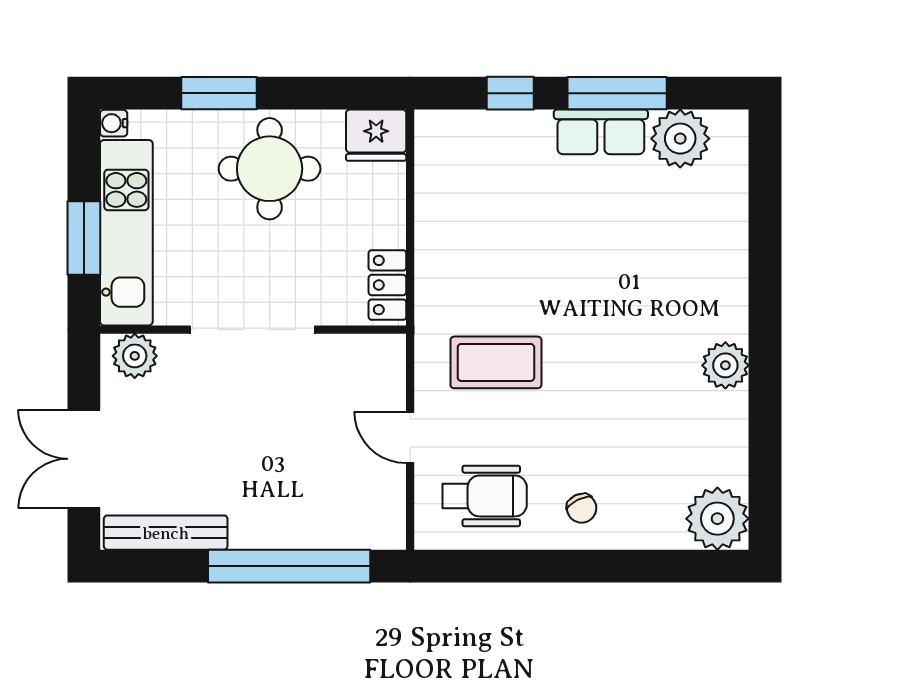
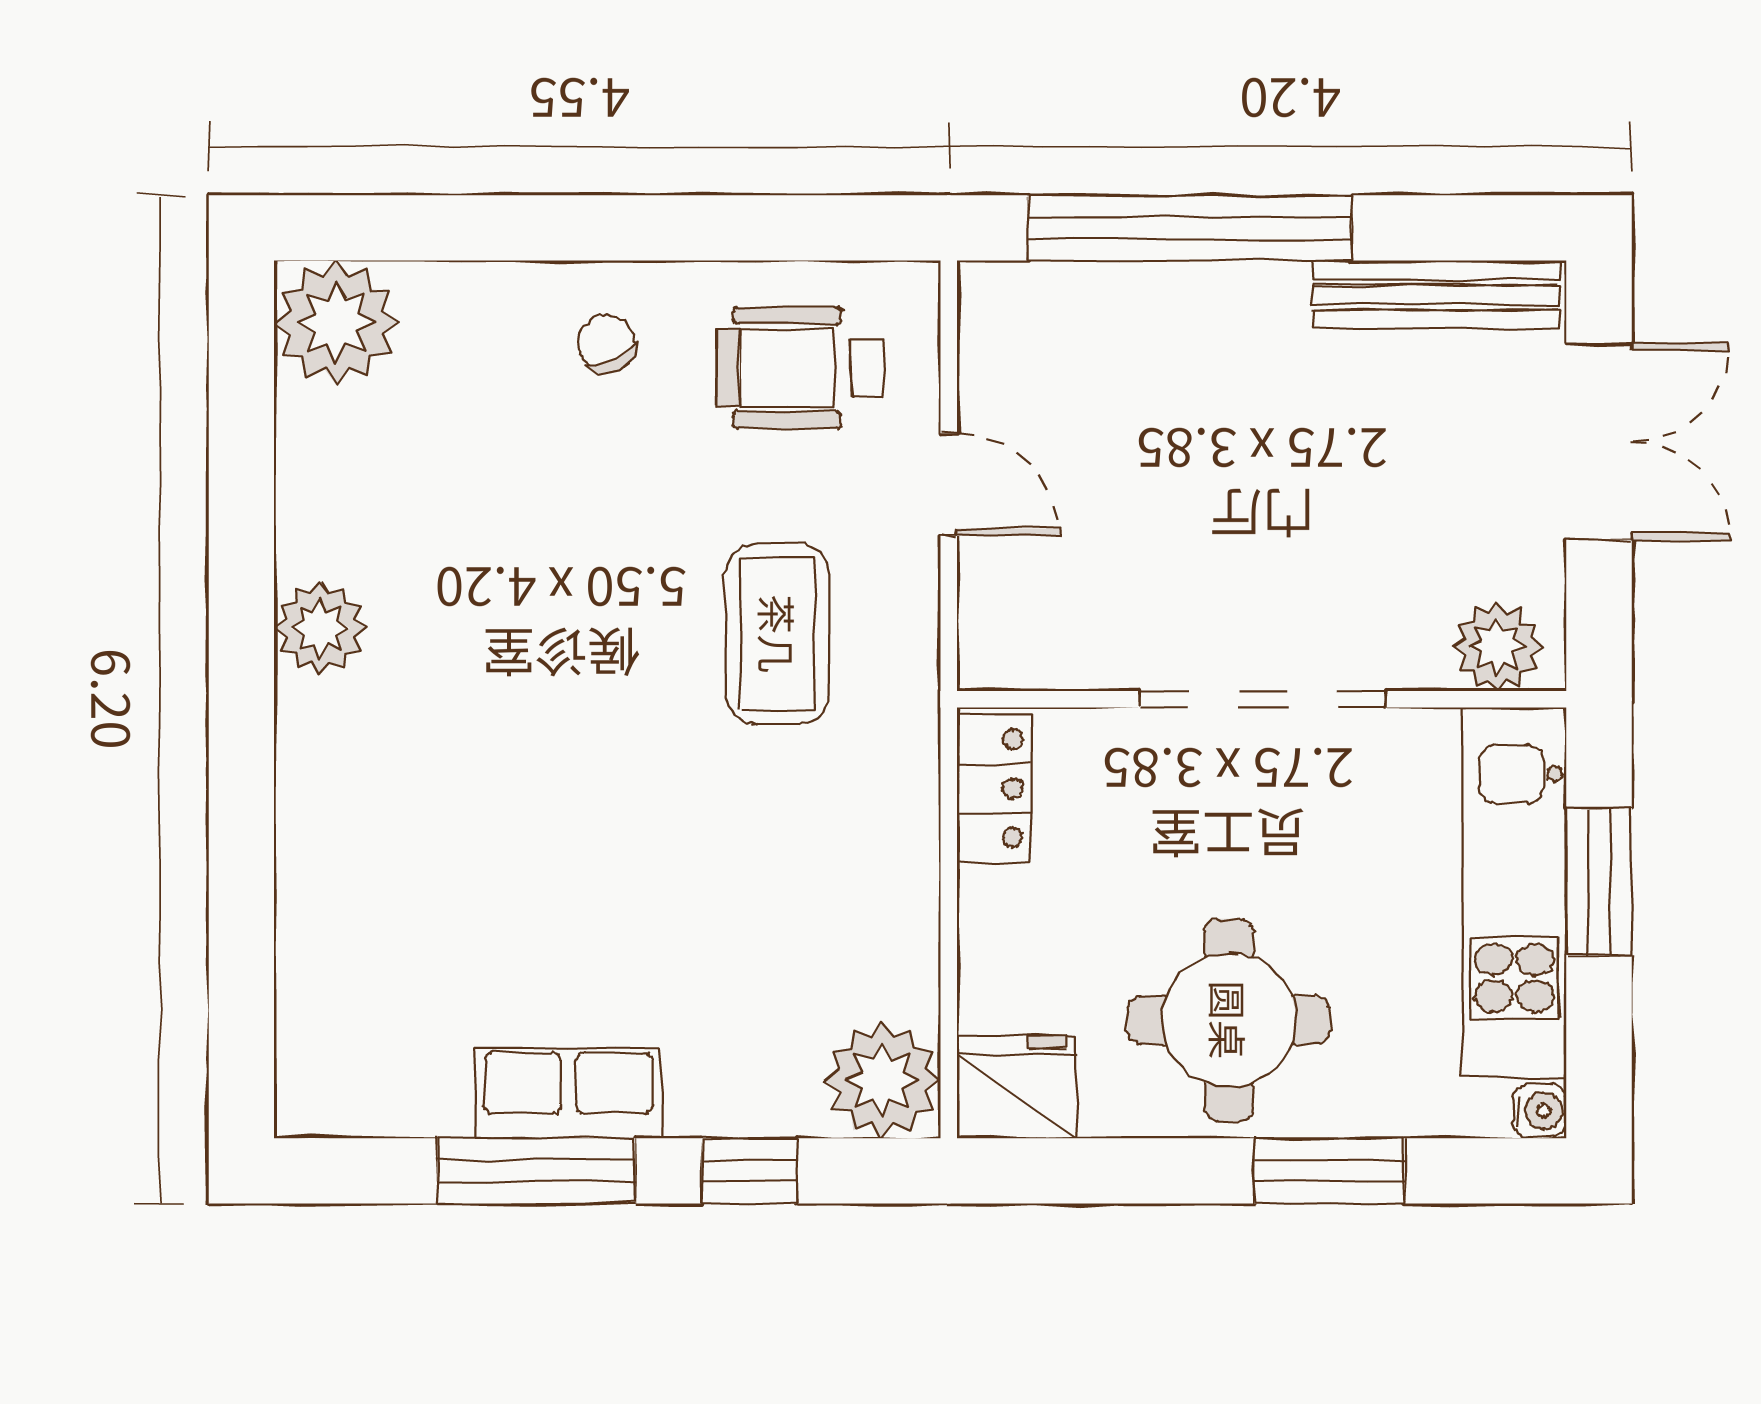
plant: (680, 139) -> (882, 1080), moved
coffee table: (496, 362) -> (778, 634), turned 90

